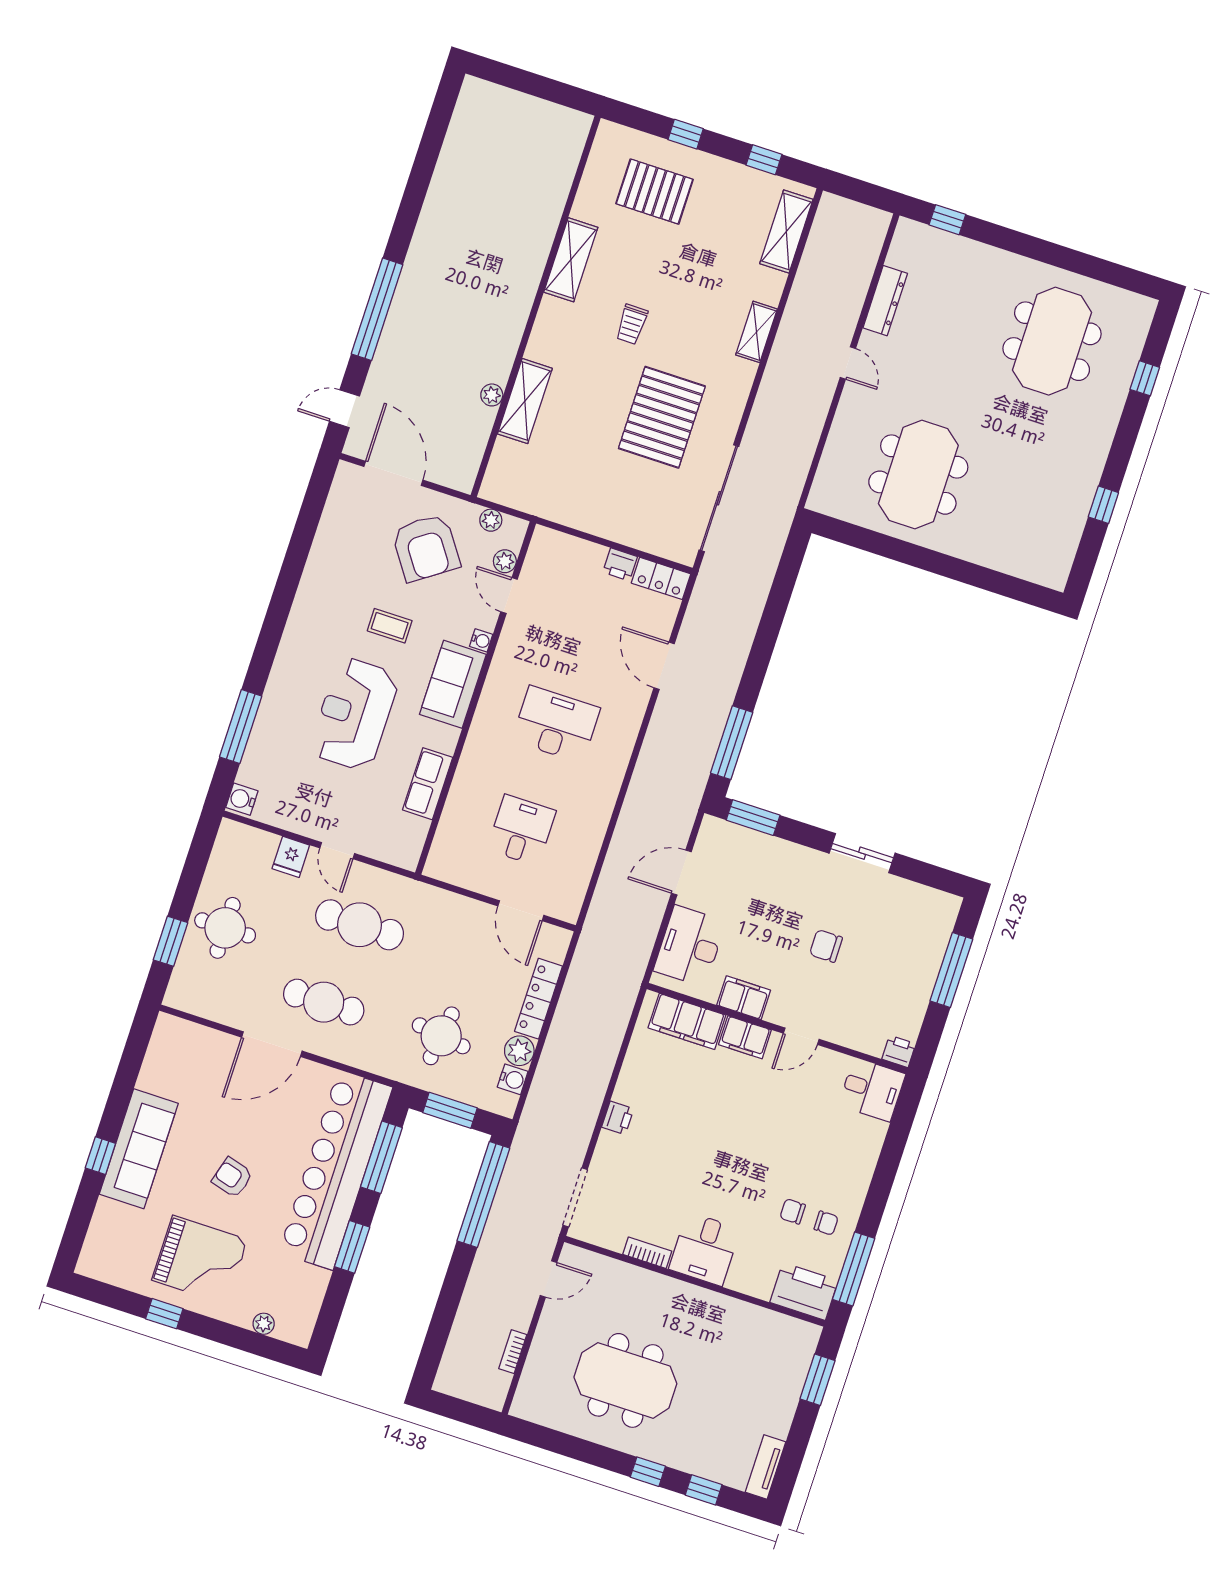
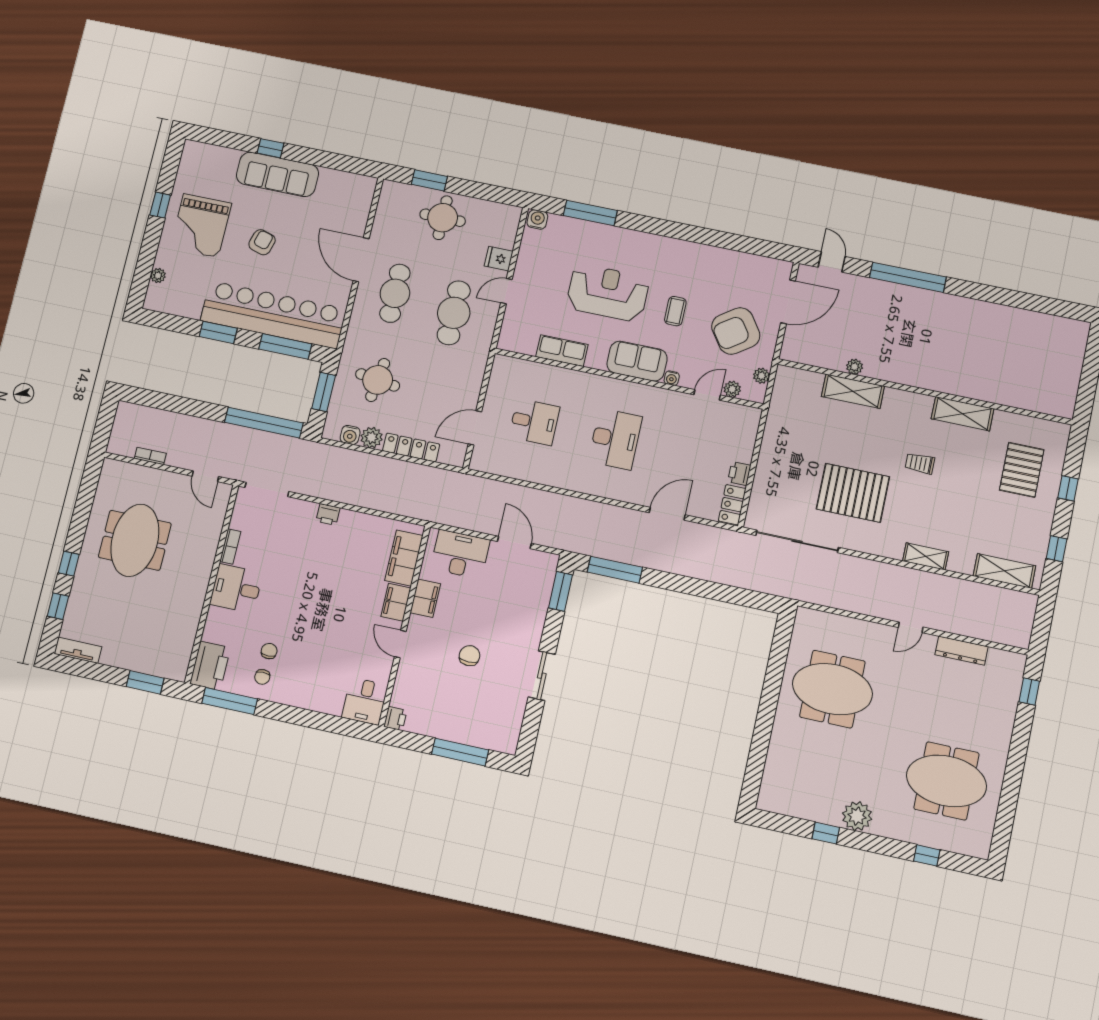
plant: (1086, 462) -> (857, 816), added

